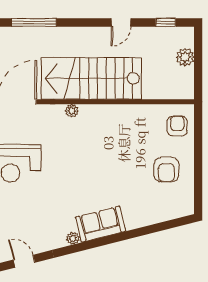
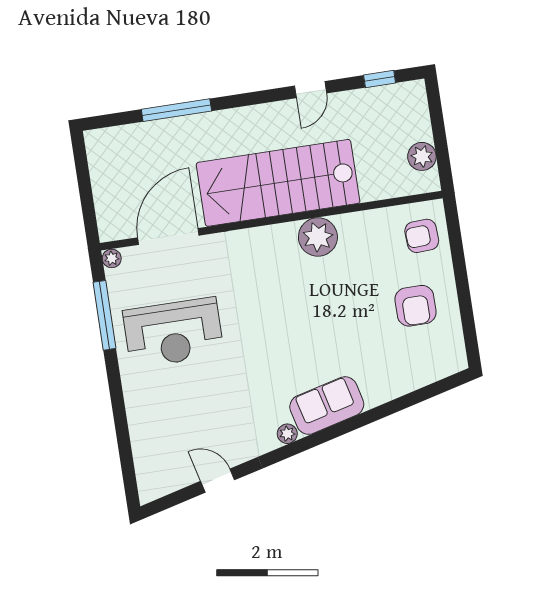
plant: (185, 57) -> (422, 156), moved
plant: (72, 111) -> (318, 237), moved, width x1.87, depth x1.87
armchair: (177, 126) -> (422, 236), turned -93

